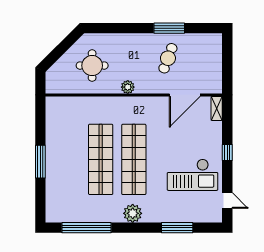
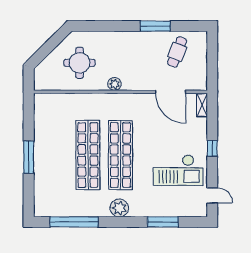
cafe table: (168, 58) -> (177, 52), moved
door: (185, 95) -> (171, 92), hinge flipped

